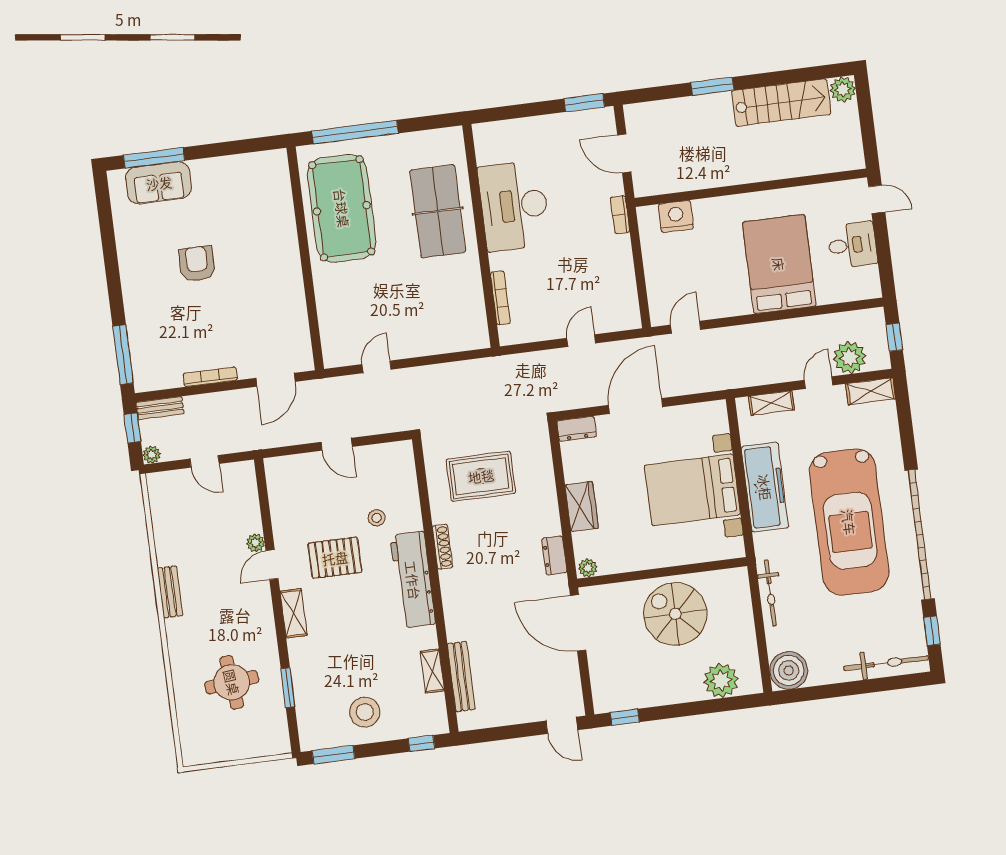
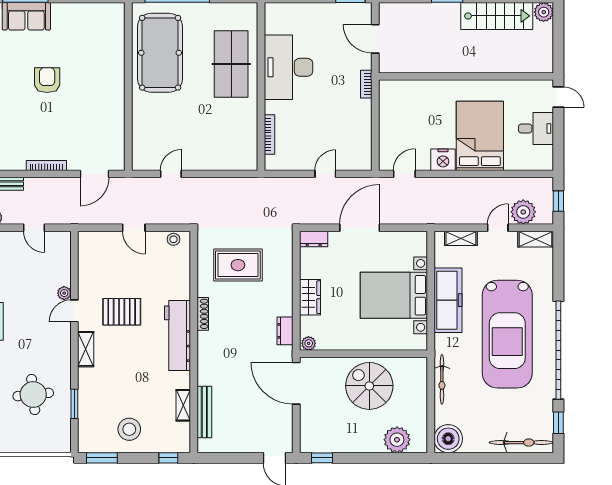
nightstand: (676, 216) -> (443, 160), moved, turned 180
stool: (377, 518) -> (174, 239), moved

